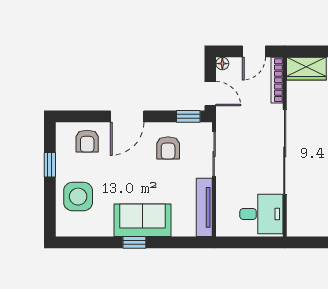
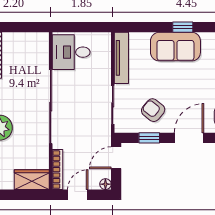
door: (210, 94) -> (116, 158), hinge flipped
window: (188, 116) -> (149, 138), moved
armchair: (168, 148) -> (153, 110), turned -51

